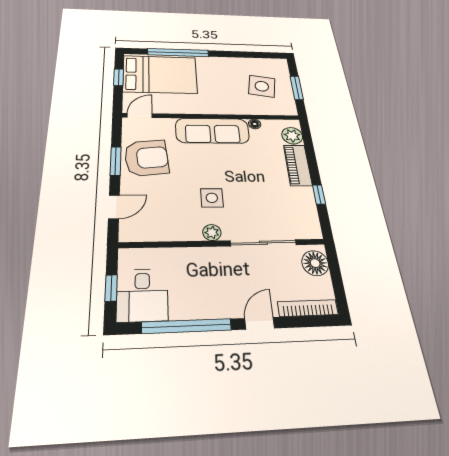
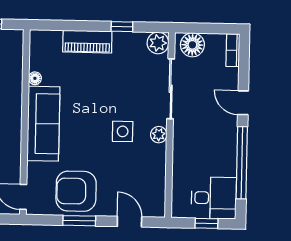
plant: (292, 136) -> (158, 43), moved
armchair: (147, 158) -> (76, 191), turned -84
bookcase: (308, 308) -> (233, 50), width x0.64

